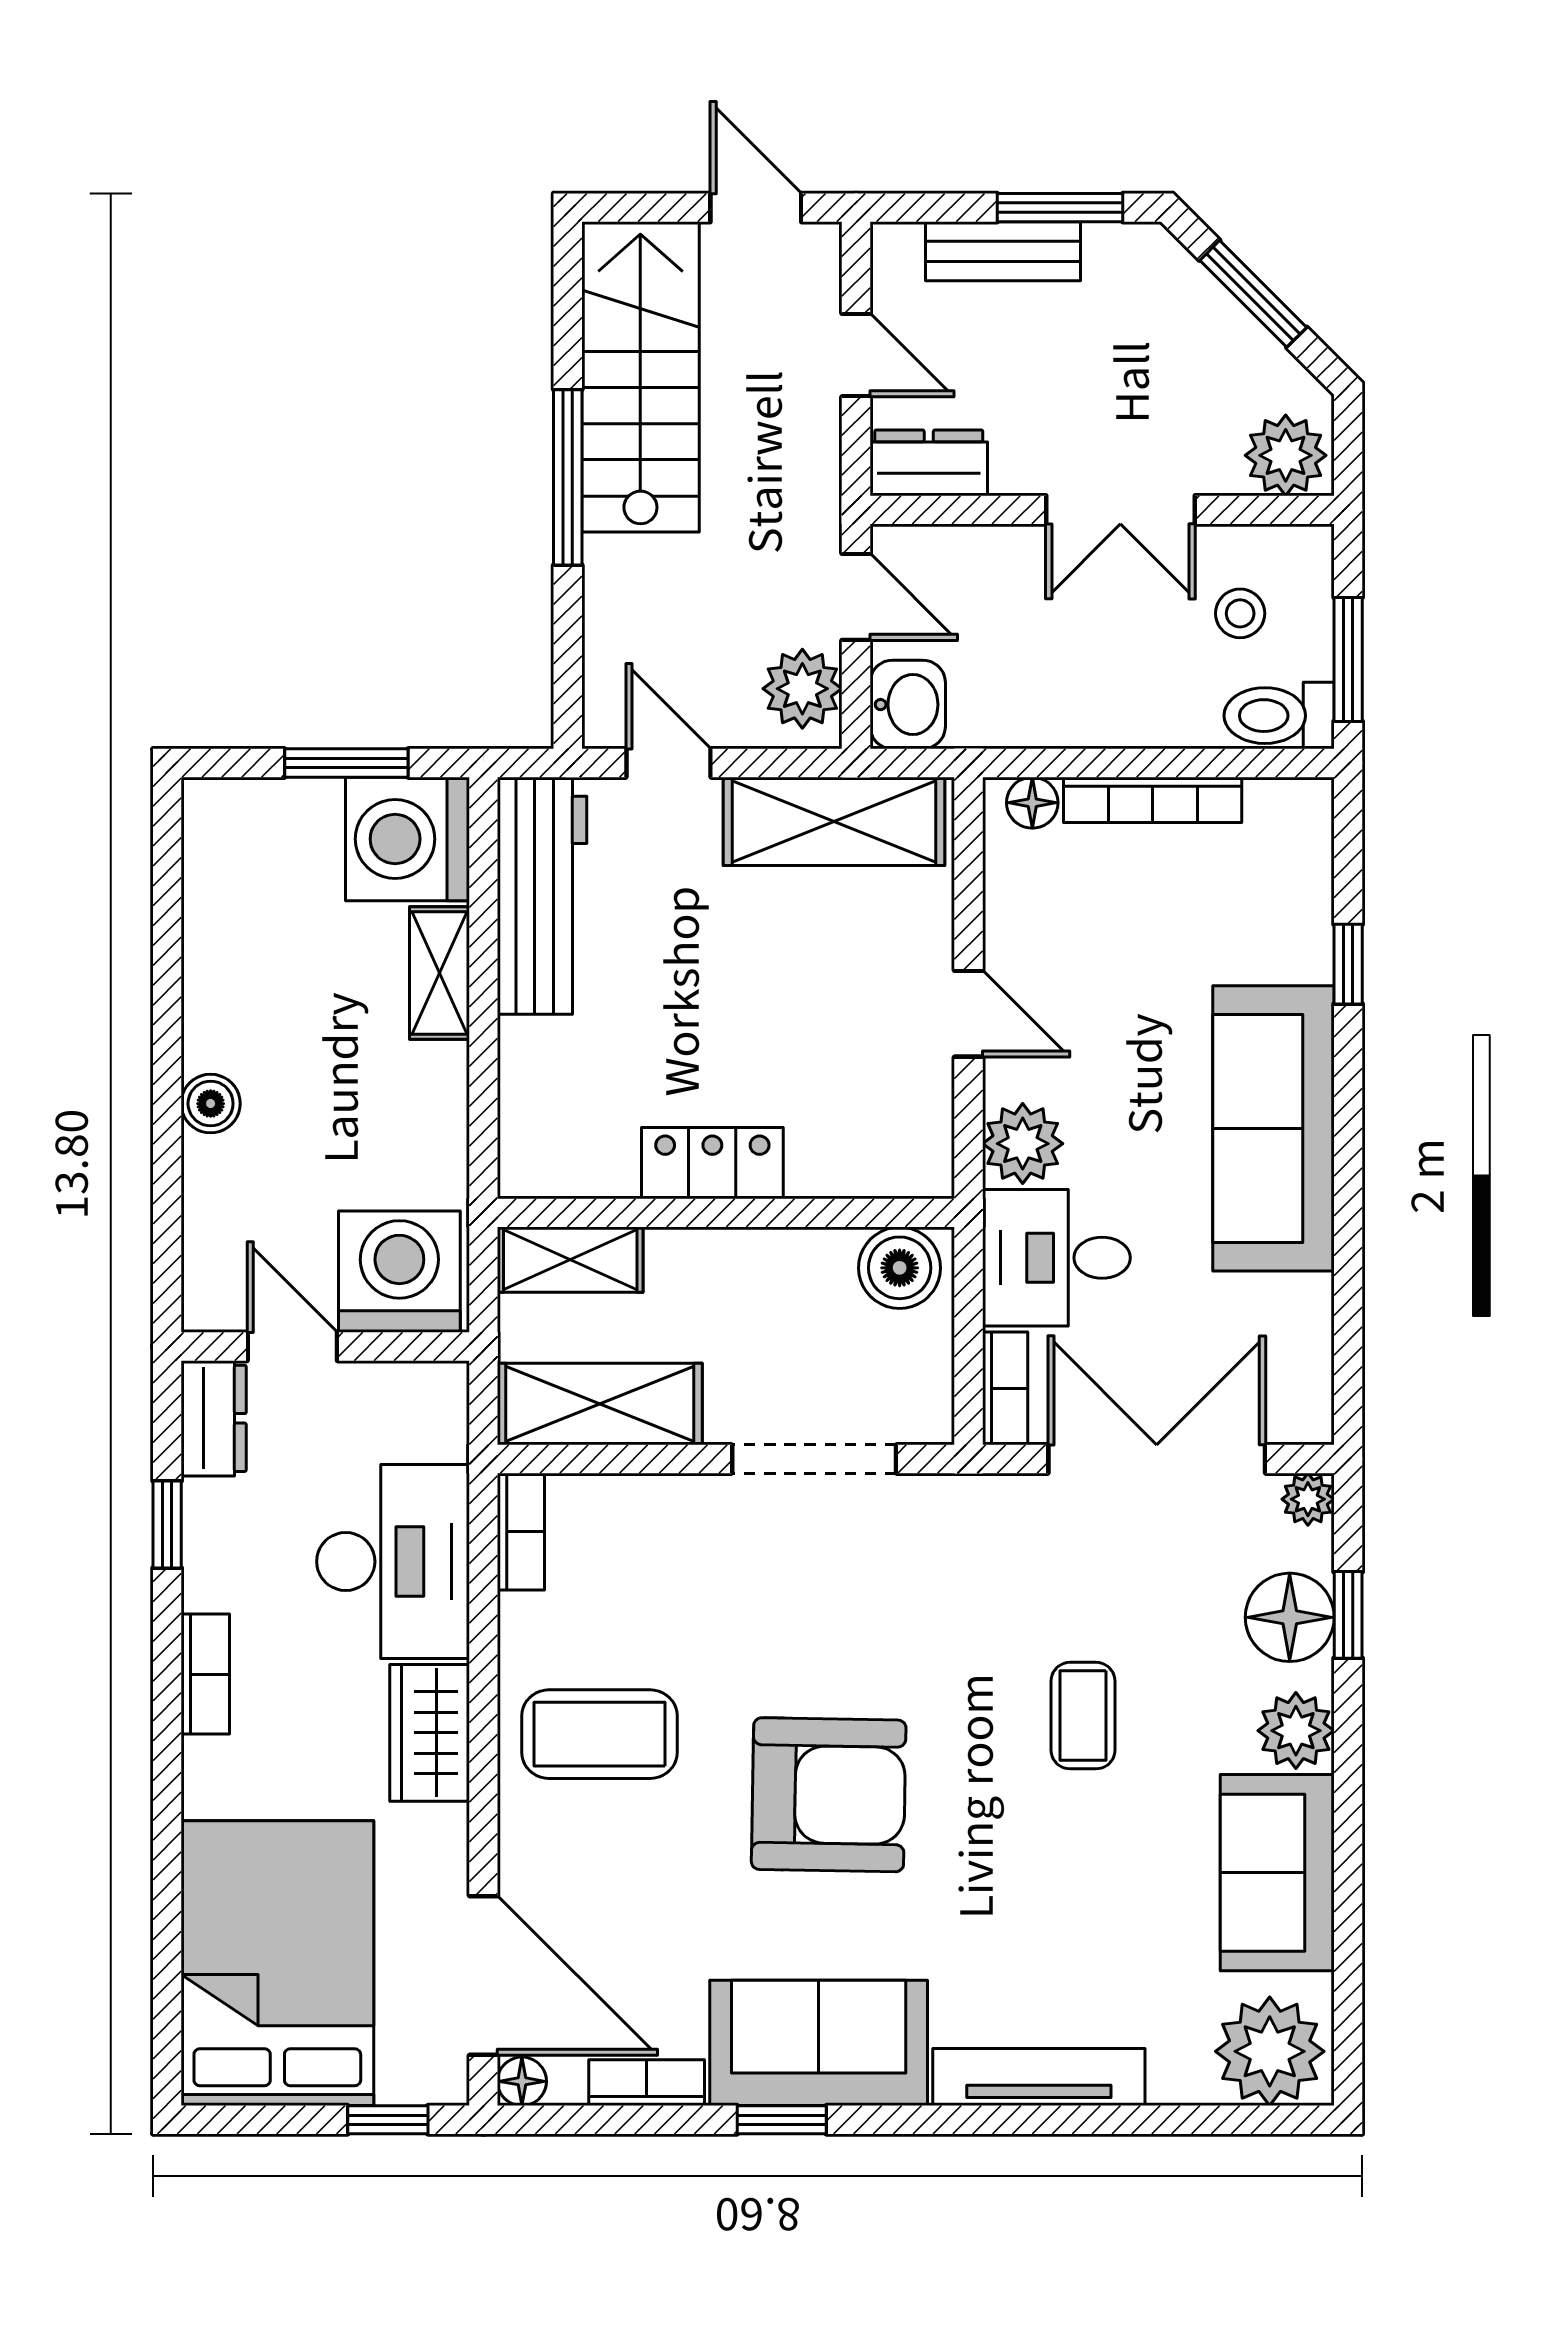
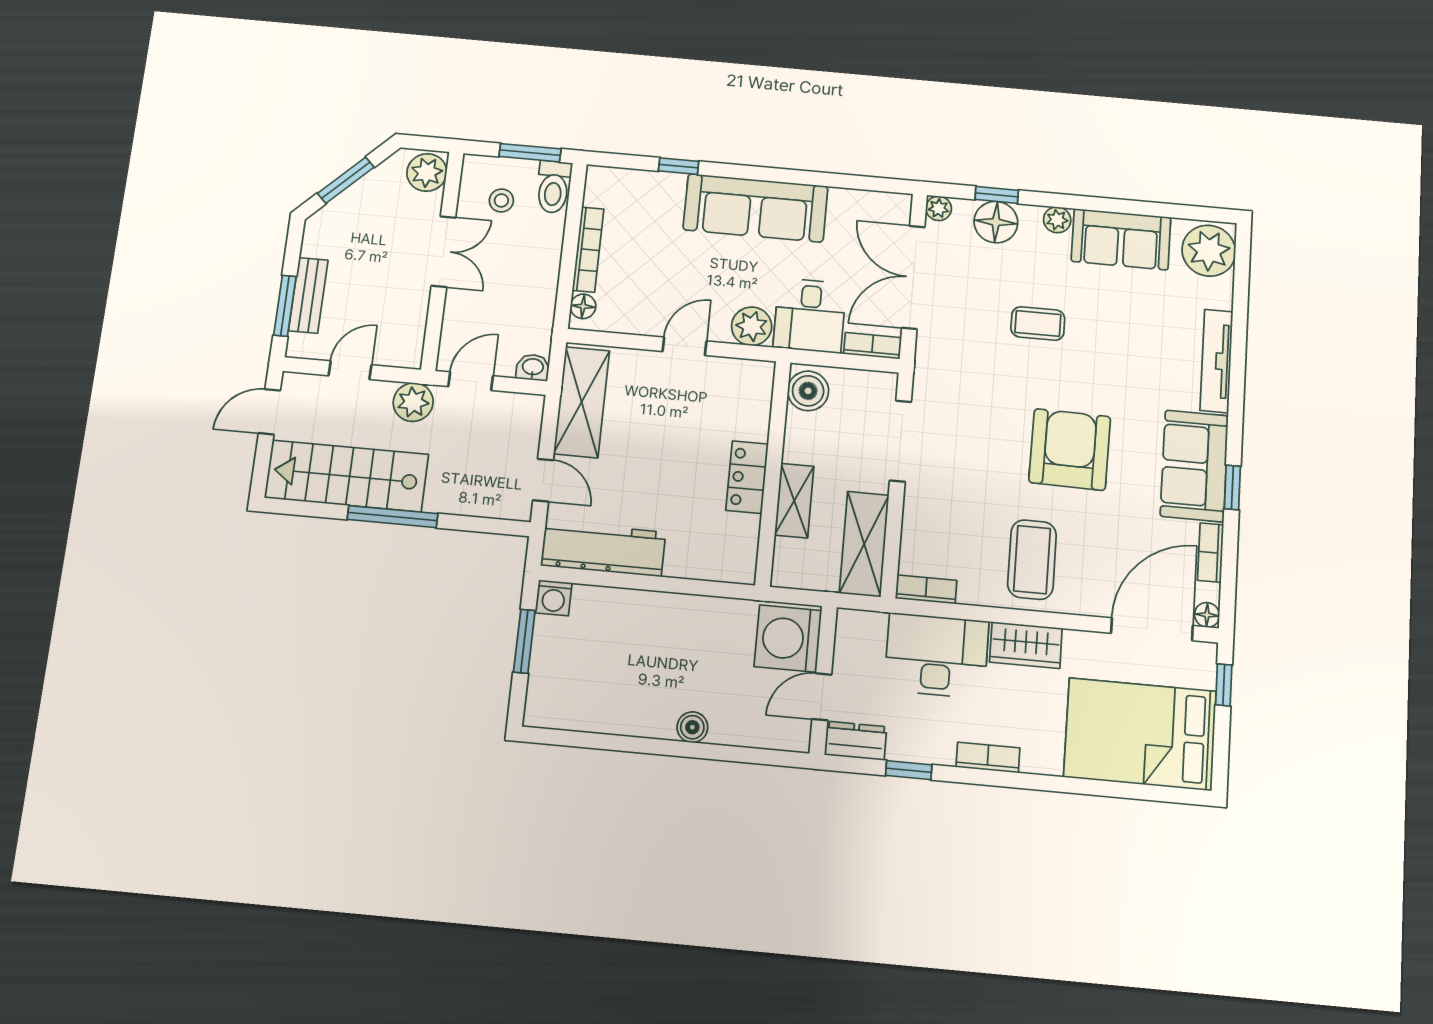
window: (1060, 208) -> (285, 306), moved
dresser: (929, 463) -> (408, 340), removed
plant: (802, 689) -> (413, 402), moved
washbasin: (908, 705) -> (533, 367), width x0.72, depth x0.69
door: (668, 763) -> (543, 480), swing flipped
washing machine: (407, 839) -> (554, 598), width x0.53, depth x0.53
shelving: (439, 973) -> (637, 604), removed
shelving: (570, 1260) -> (794, 501), moved
plant: (1296, 1731) -> (1057, 220), width x0.73, depth x0.73

